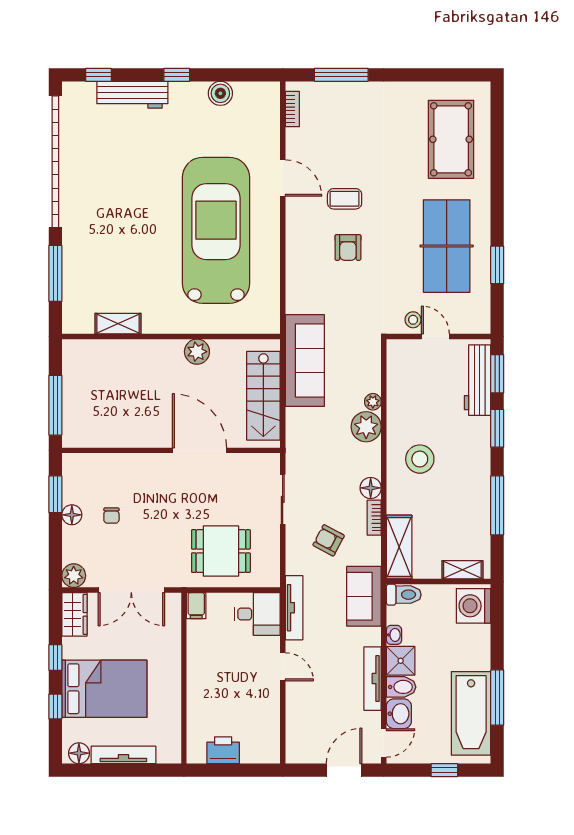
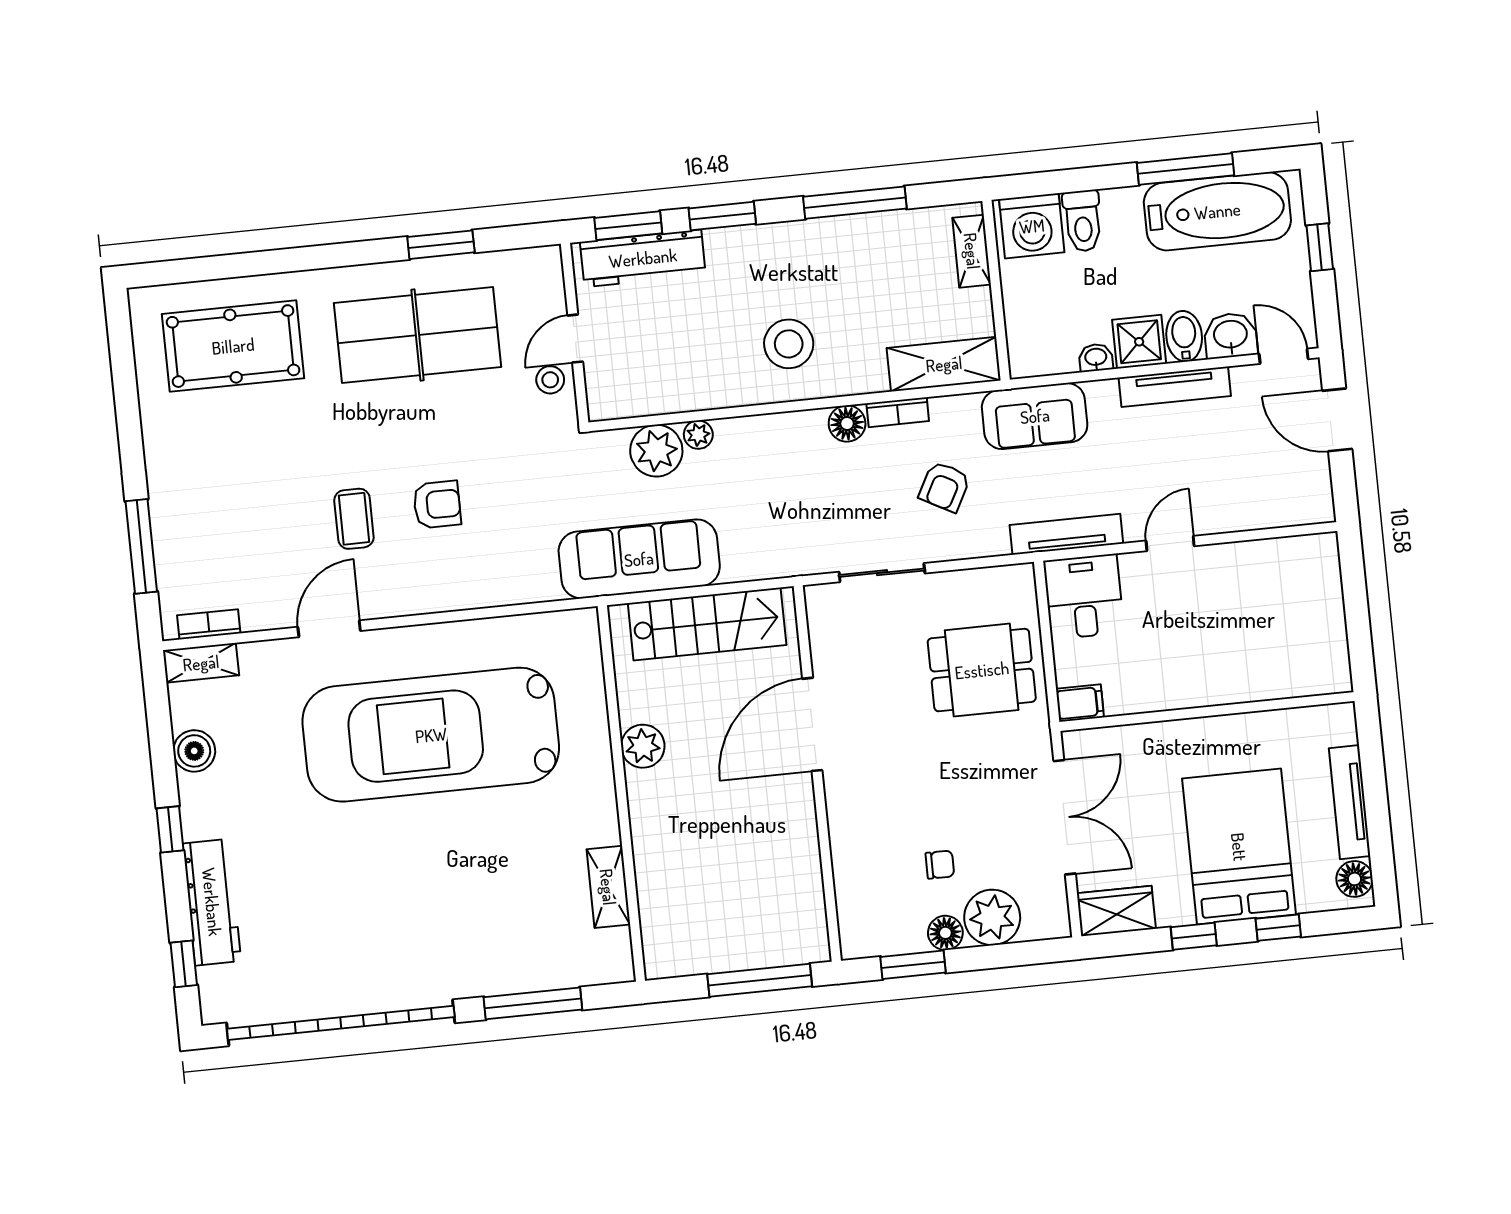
shelving: (271, 102) -> (201, 663), added
plant: (366, 427) -> (656, 451), moved
dining table: (221, 551) -> (982, 670), turned 90
plant: (74, 576) -> (992, 917), moved, width x1.36, depth x1.36
toilet: (404, 595) -> (1083, 221), moved, turned 180
printer: (223, 750) -> (1324, 632), removed

